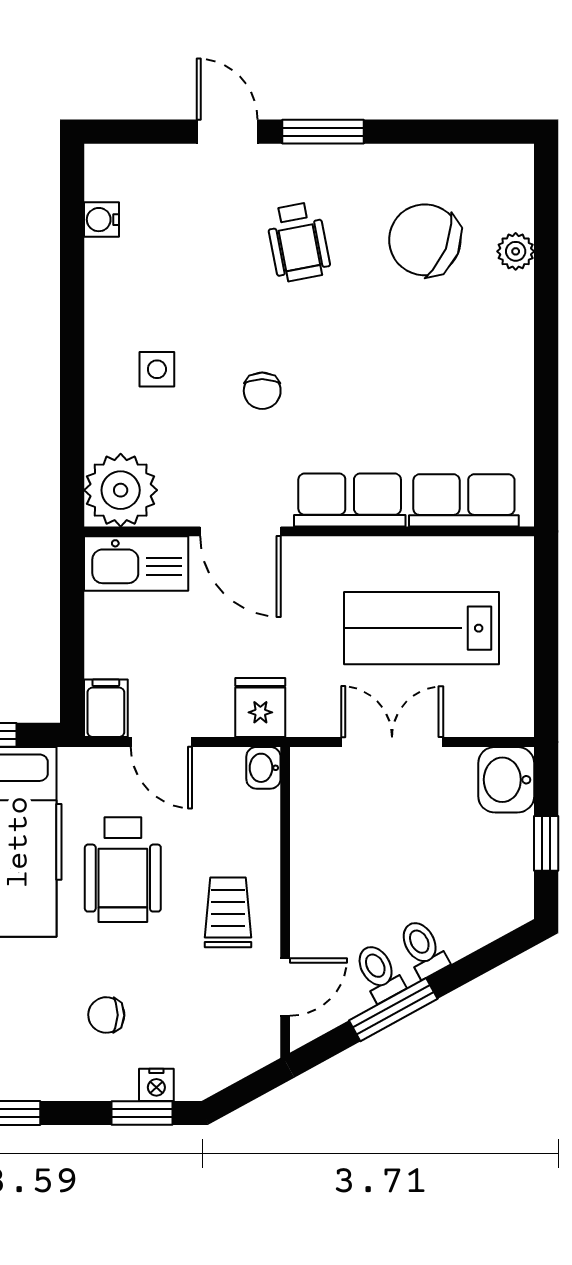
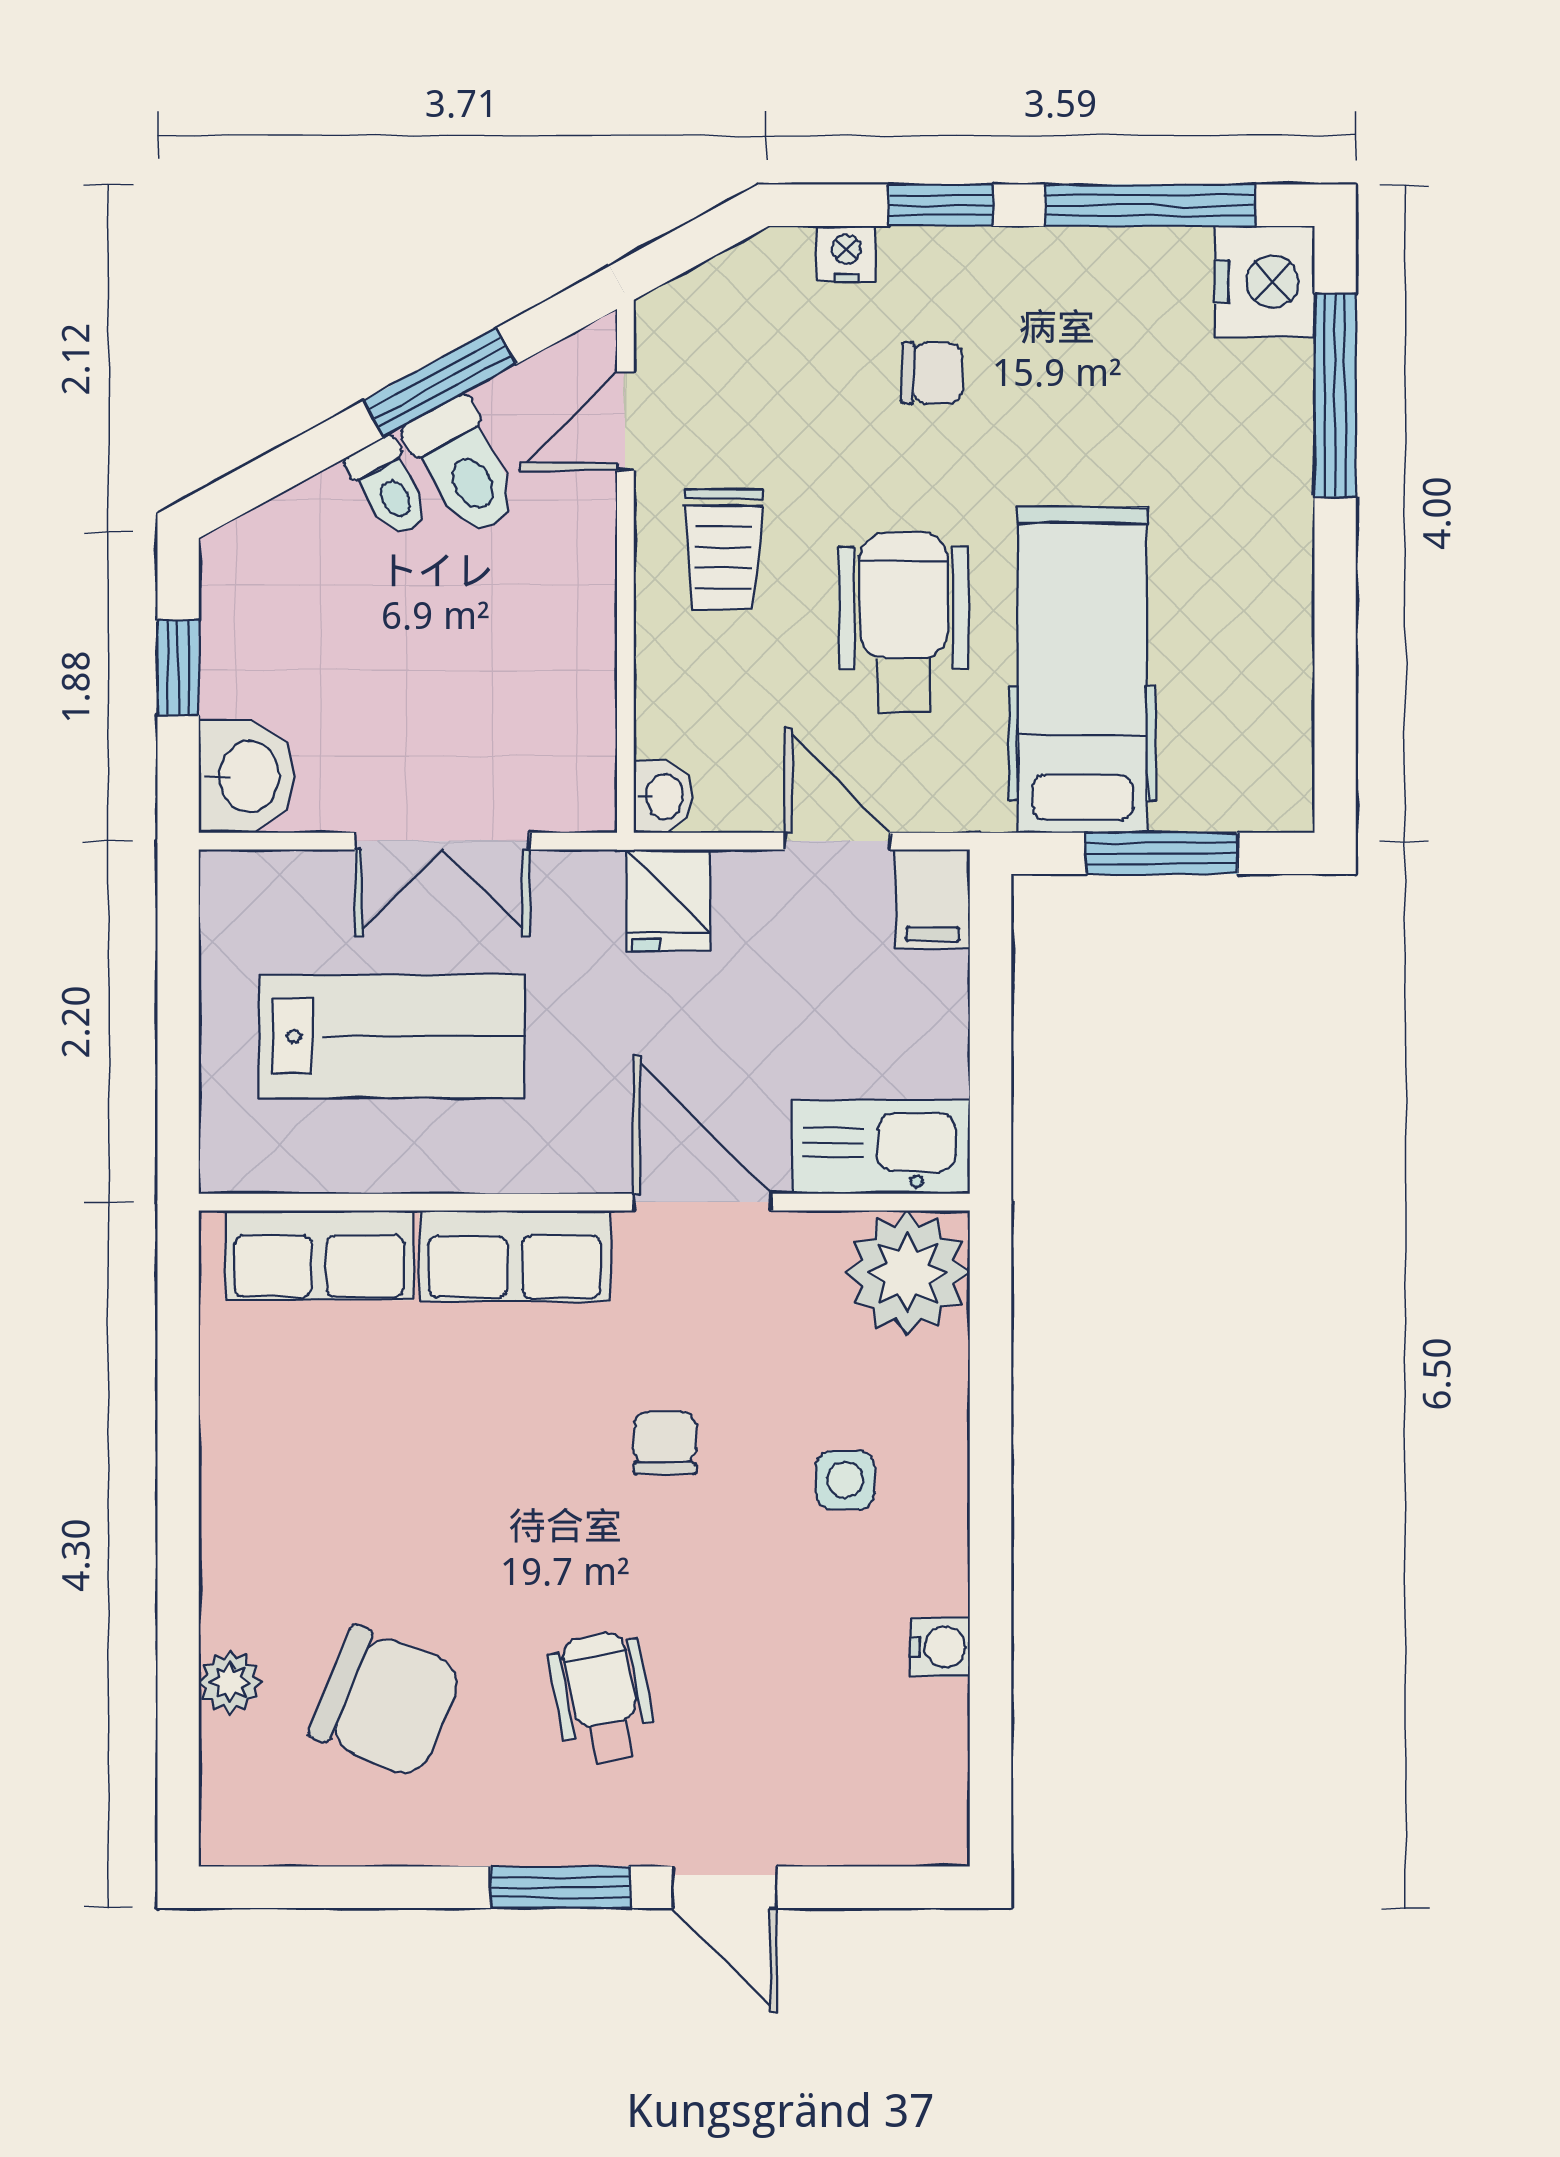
water cooler: (101, 220) -> (940, 1647), moved
toilet: (379, 972) -> (464, 467), width x1.37, depth x1.39
window: (142, 1113) -> (941, 205), moved

